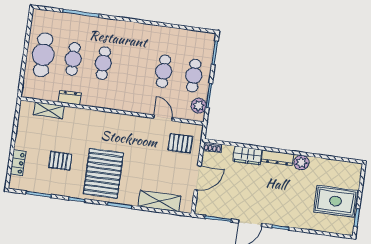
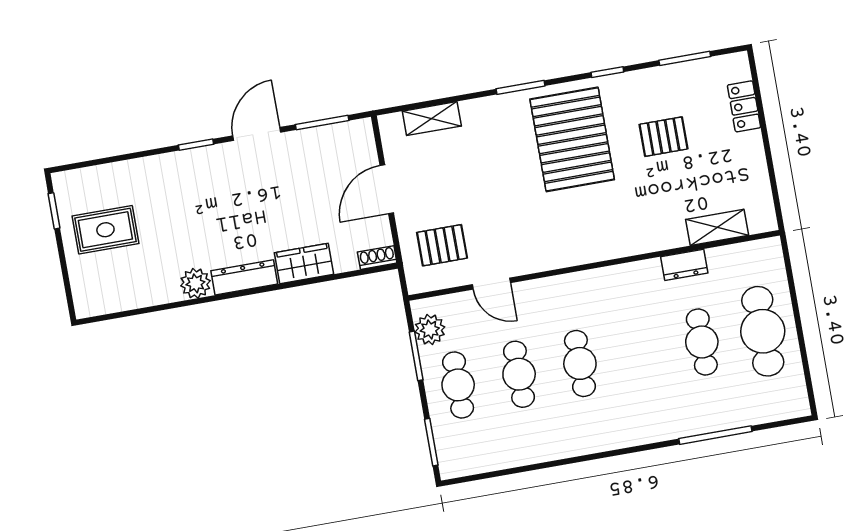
cafe table: (103, 63) -> (580, 363), moved
shelving: (160, 201) -> (432, 119), width x0.67, depth x0.75
rug: (335, 201) -> (105, 230), width x0.73, depth x0.70

